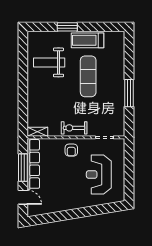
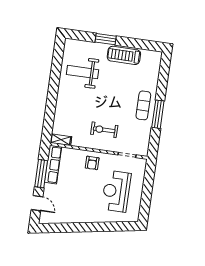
exercise mat: (88, 76) -> (143, 105), moved, width x0.73, depth x0.69
exercise bike: (74, 128) -> (104, 130), moved
row of seats: (33, 164) -> (53, 165), width x0.73

